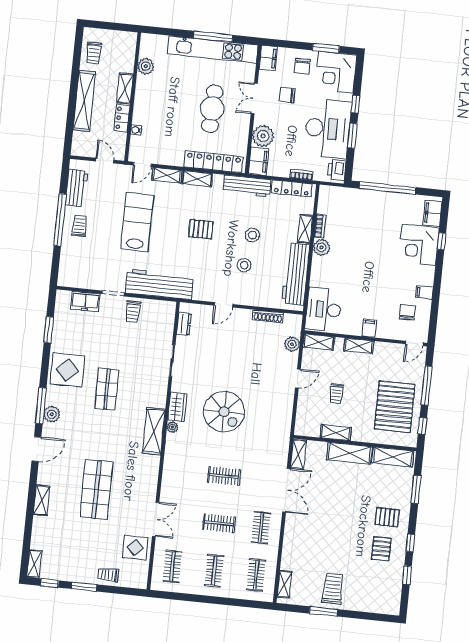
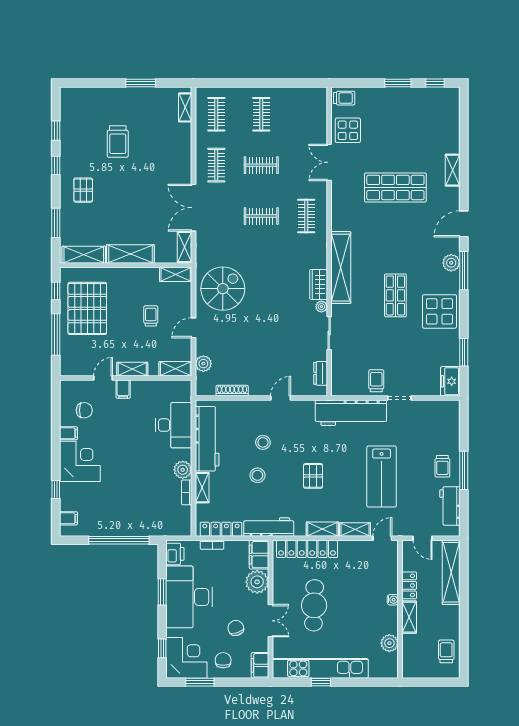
window: (213, 37) -> (321, 682), width x0.46
chair: (287, 95) -> (236, 628), turned -108
shelving: (84, 101) -> (451, 572), moved
window: (356, 104) -> (162, 648), moved
water cooler: (136, 130) -> (393, 600), moved
filing cabinet: (432, 213) -> (69, 518), width x0.50
window: (60, 220) -> (464, 470), width x0.68
pallet: (201, 229) -> (313, 476), turned 90
corner desk: (419, 245) -> (80, 461), moved
freezer: (85, 301) -> (450, 381), moved, turned -90
desk: (324, 309) -> (174, 425), moved
chair: (407, 312) -> (84, 410), turned -90
door: (414, 343) -> (103, 378), moved
spiral stairs: (224, 412) -> (223, 289), moved, turned 90
plant: (172, 427) -> (321, 307), moved
shelving: (154, 431) -> (341, 268), width x1.47
shelving: (336, 433) -> (176, 274), moved
shop shelf: (96, 490) -> (395, 188), turned 90
pallet: (387, 517) -> (83, 190), turned 90
pallet: (381, 549) -> (86, 156), removed
shelving: (34, 564) -> (453, 102), removed
clothes rail: (172, 566) -> (306, 216), moved
trolley: (108, 575) -> (344, 98), moved
trolley: (333, 589) -> (118, 142), moved

